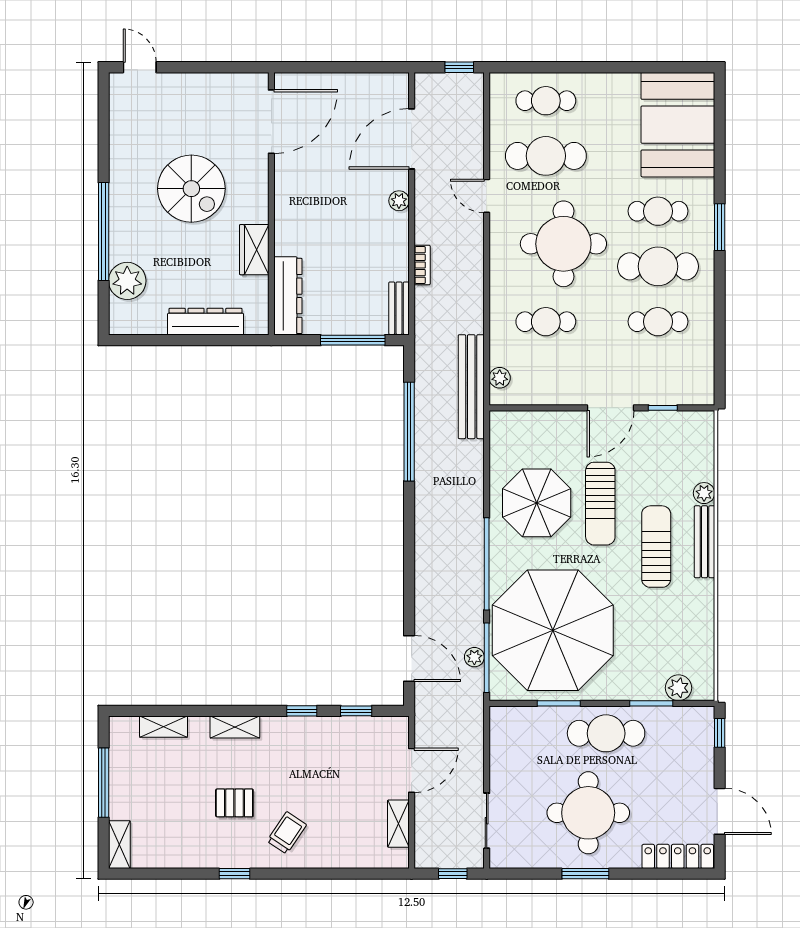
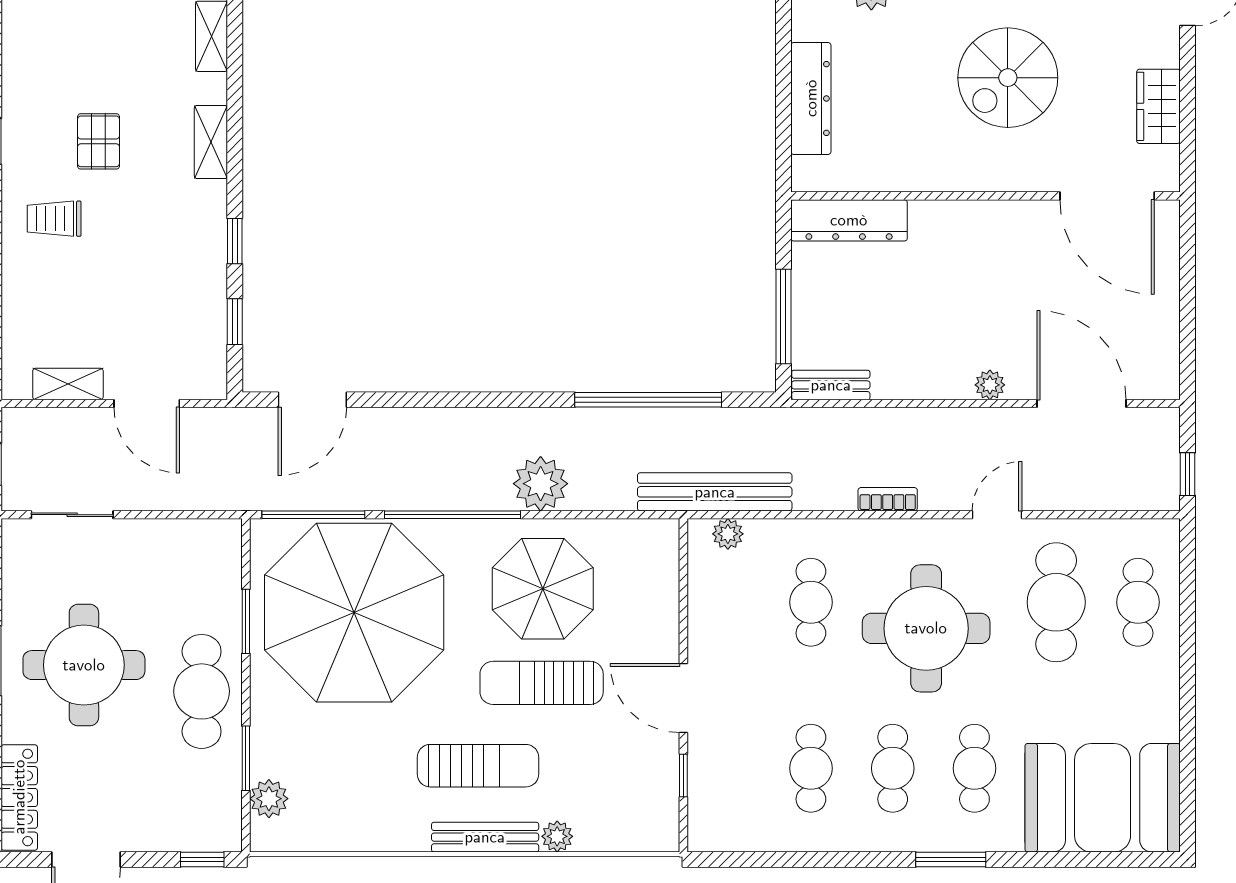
wardrobe: (254, 250) -> (1158, 106), moved, turned -90
bookcase: (422, 265) -> (888, 499), moved, turned 180
cafe table: (658, 266) -> (893, 768), width x0.73, depth x0.74
plant: (474, 657) -> (541, 484), moved, width x1.88, depth x1.88
trolley: (287, 833) -> (54, 219), turned 146

